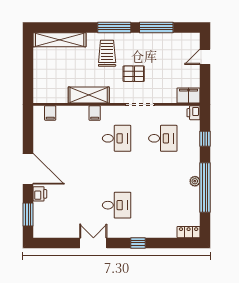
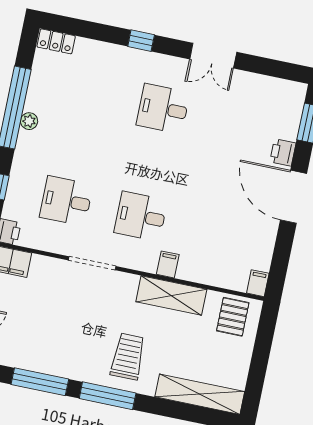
trolley: (107, 53) -> (128, 356), turned 180
pallet: (134, 74) -> (233, 317), moved, turned 90
filing cabinet: (50, 113) -> (258, 283), moved

